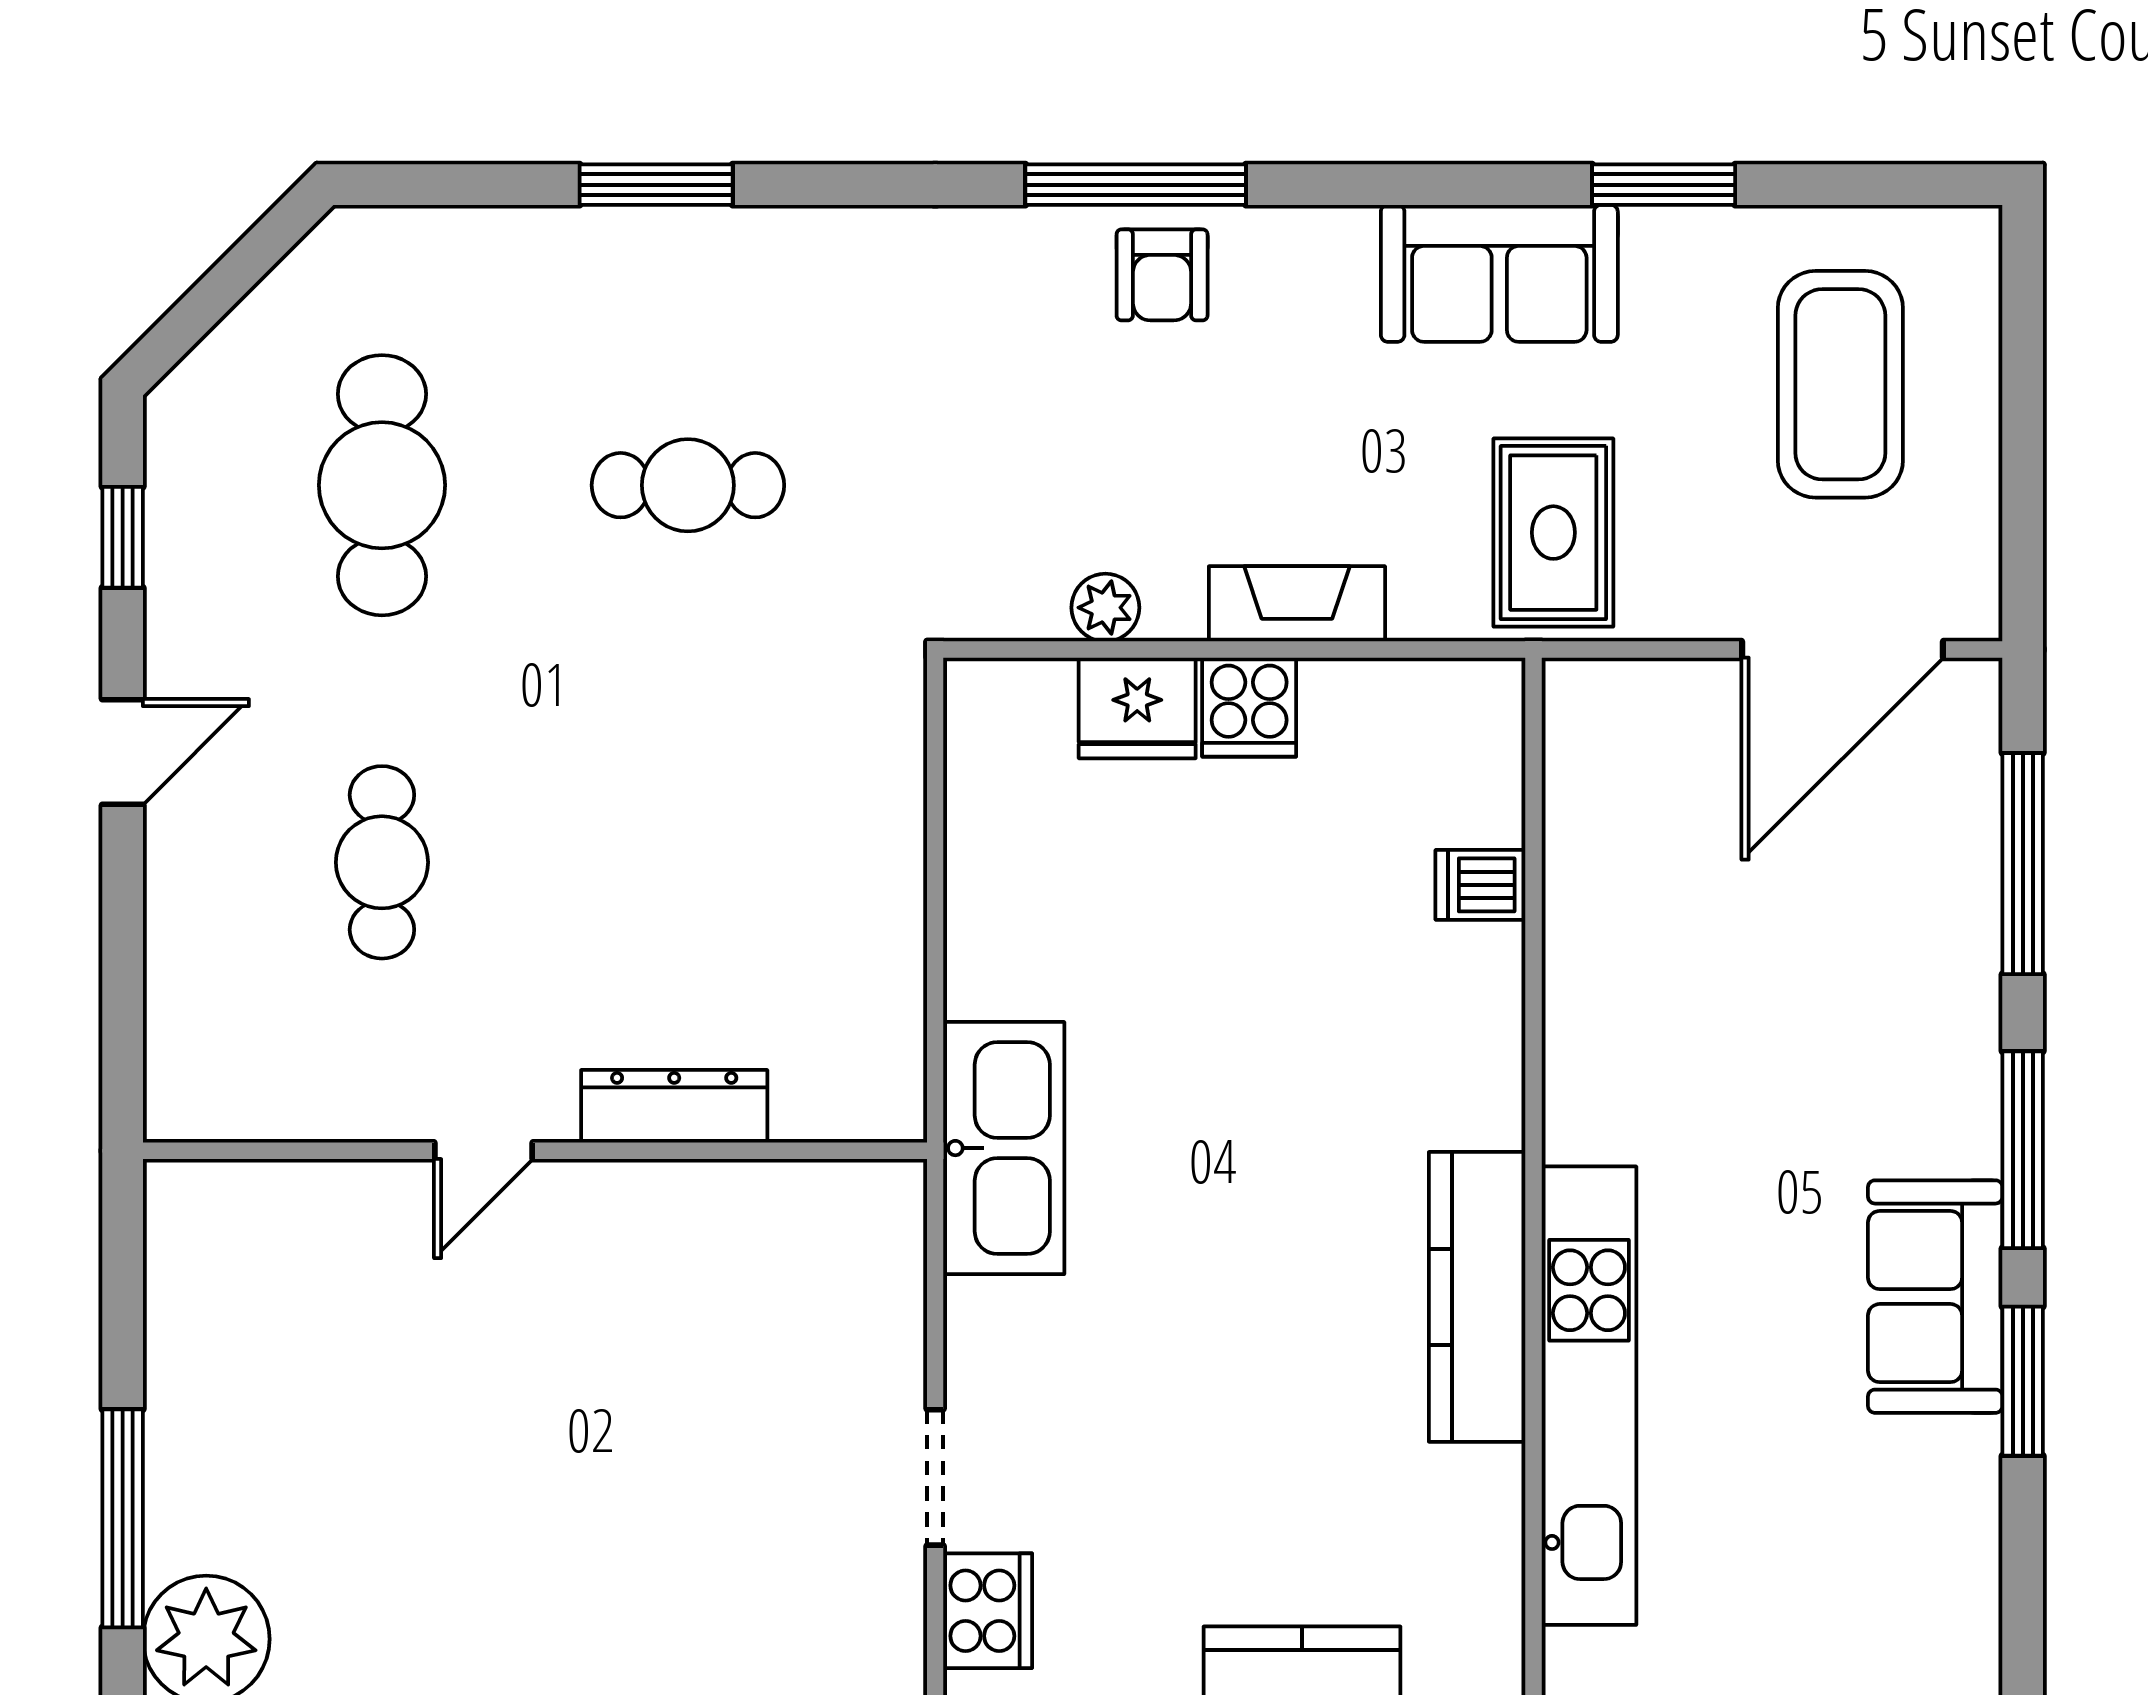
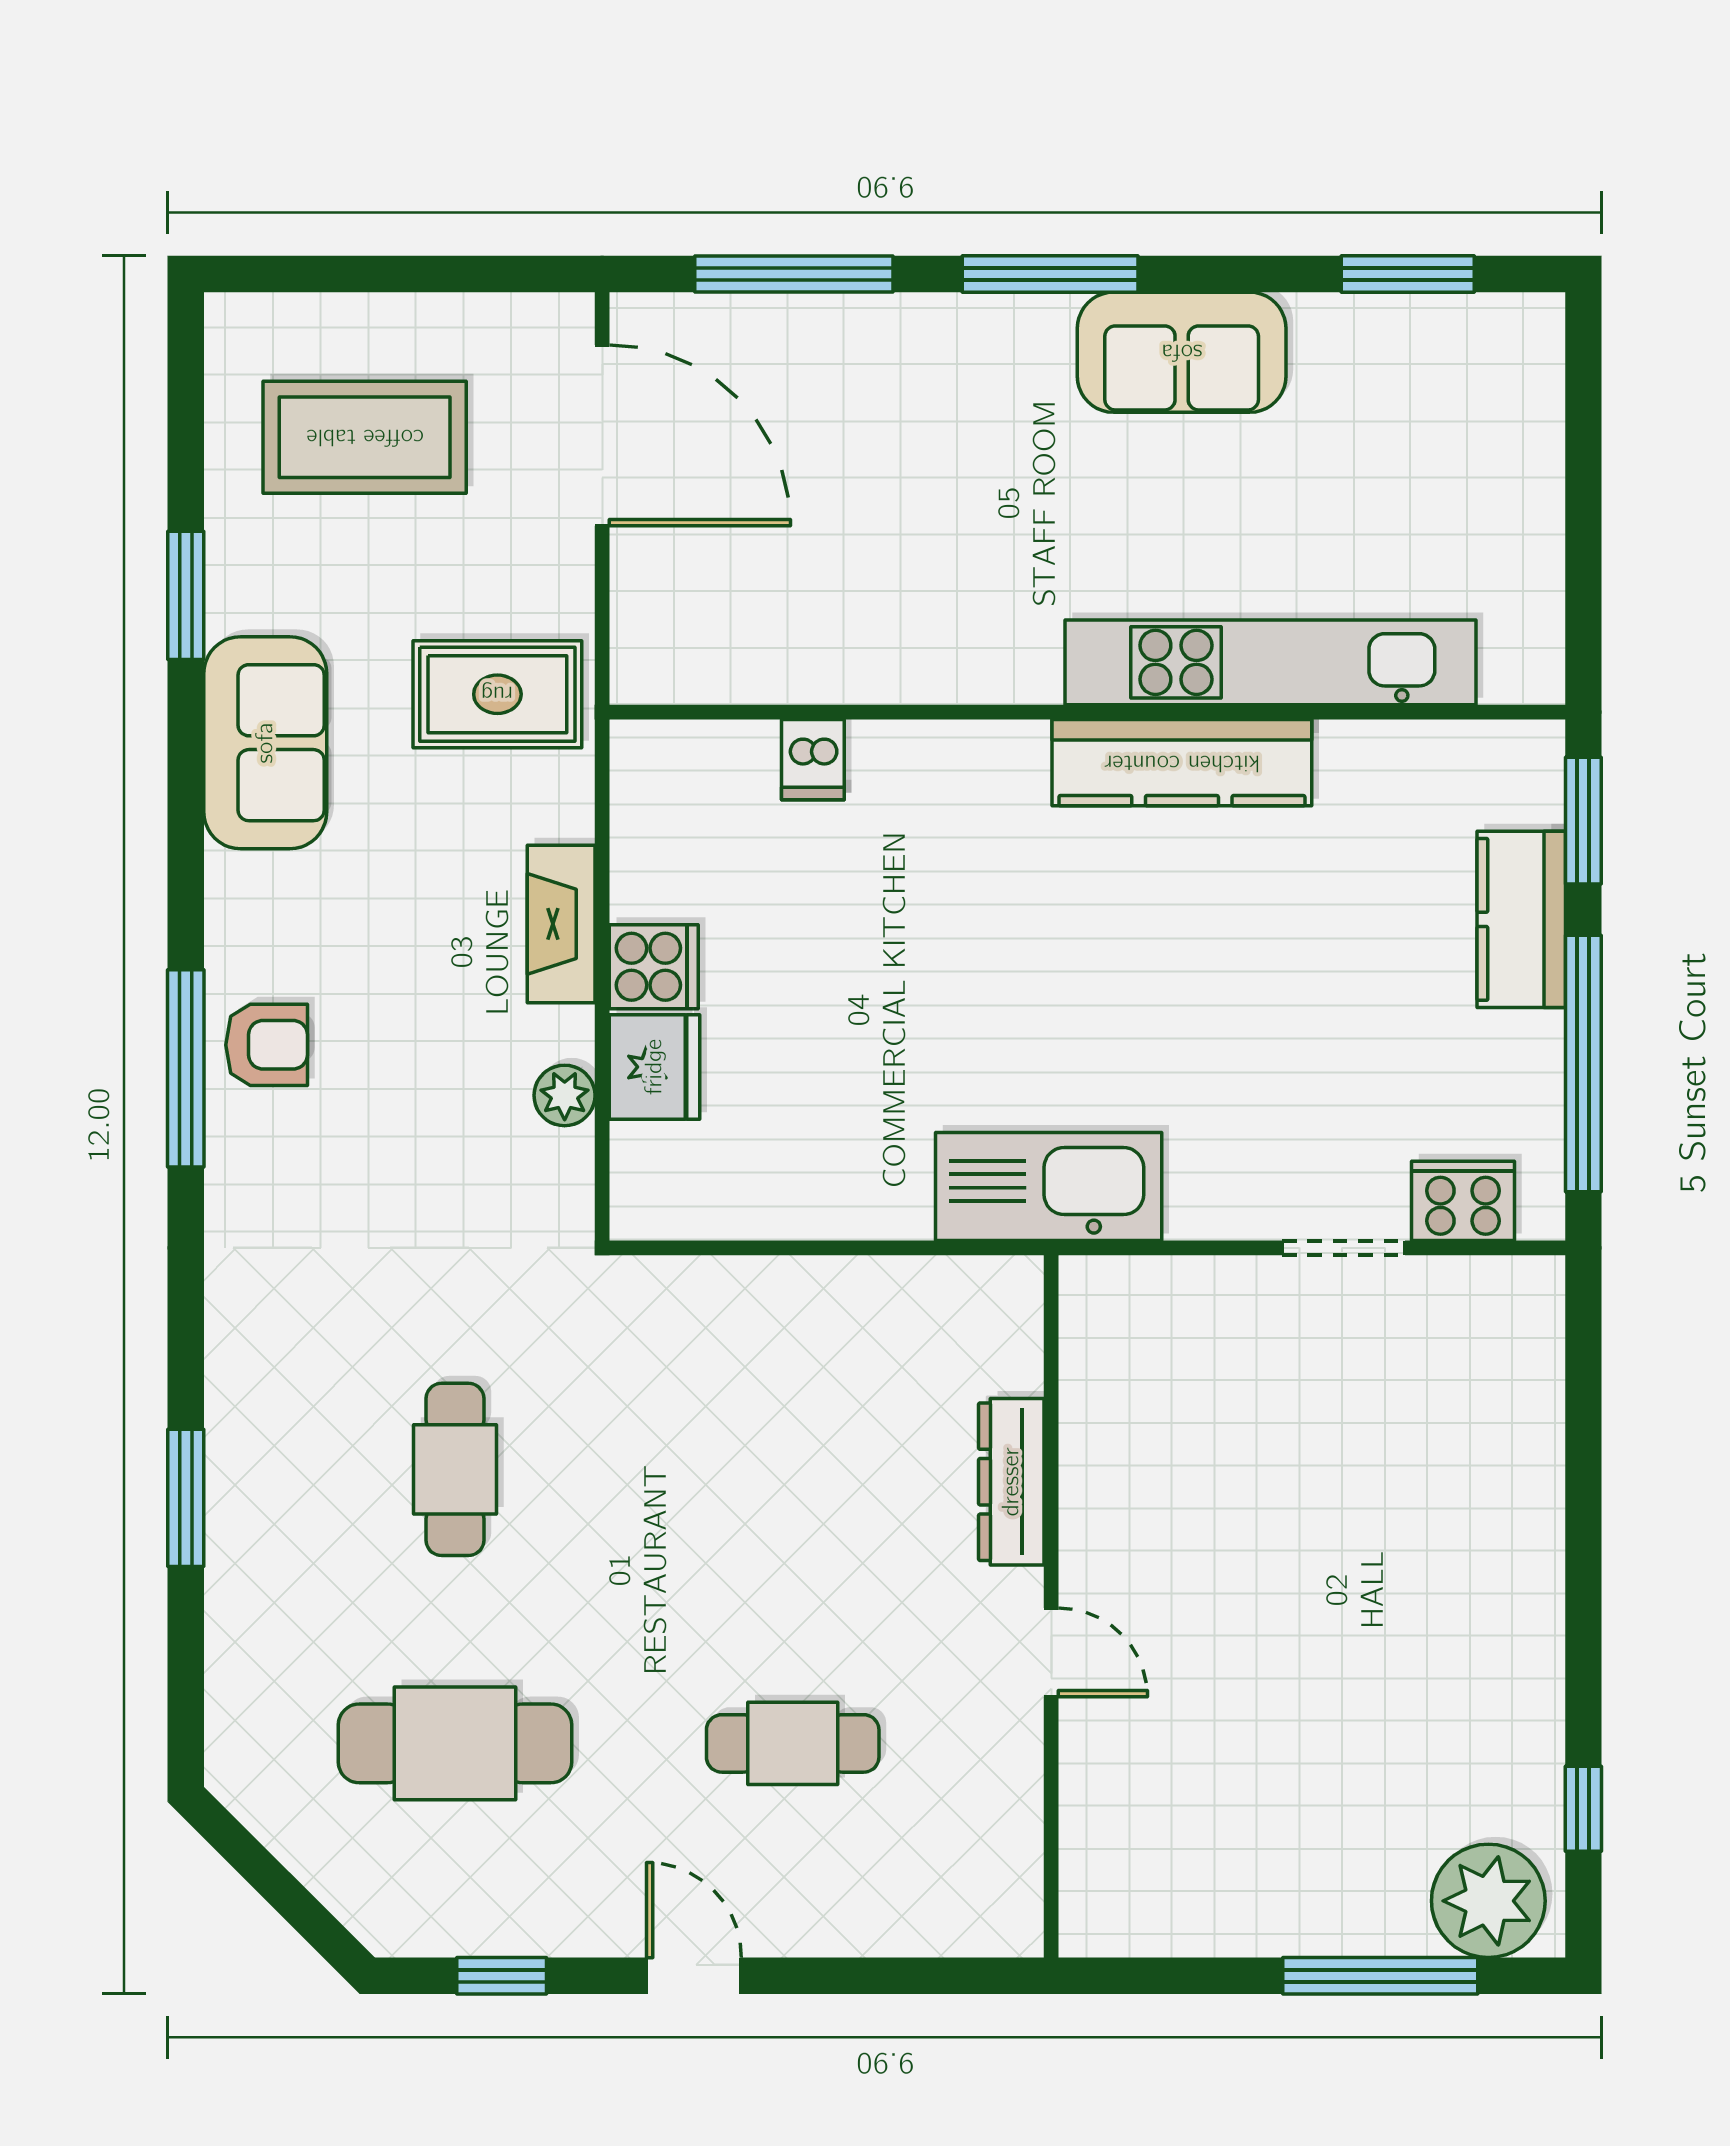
window: (2023, 1381) -> (1408, 274), moved

